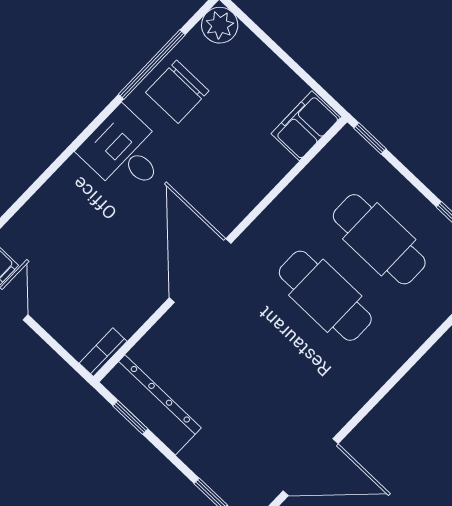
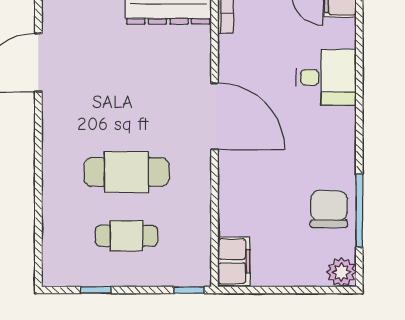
desk: (124, 152) -> (326, 77), moved
cafe table: (379, 239) -> (126, 236), width x0.73, depth x0.74

